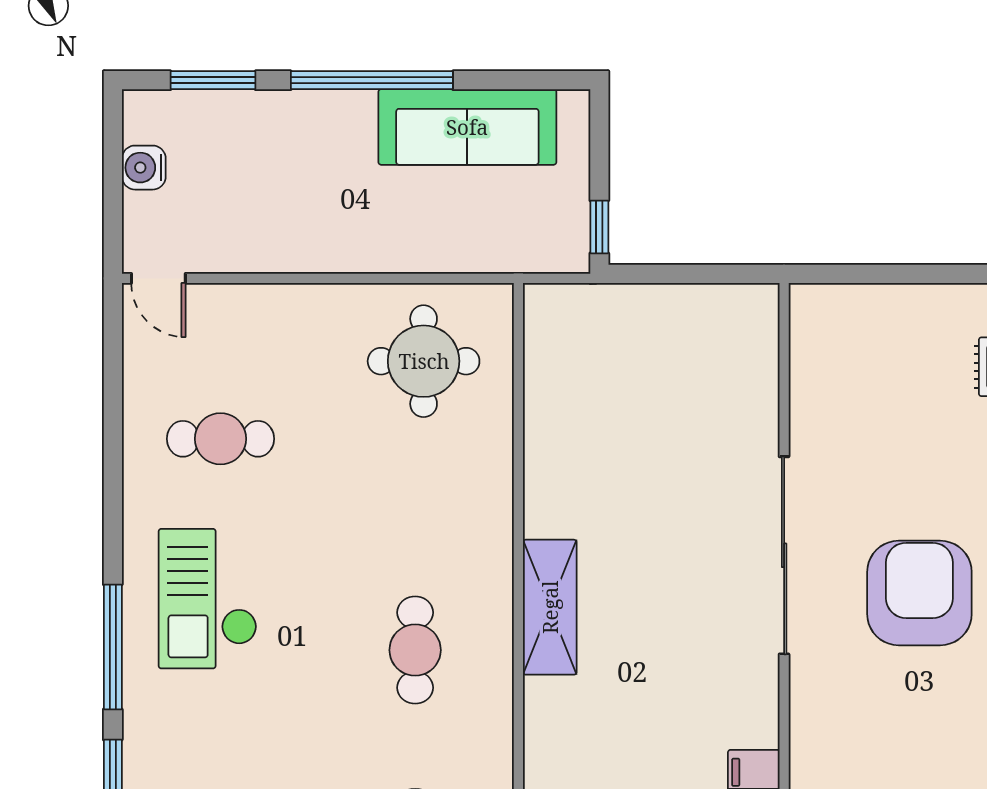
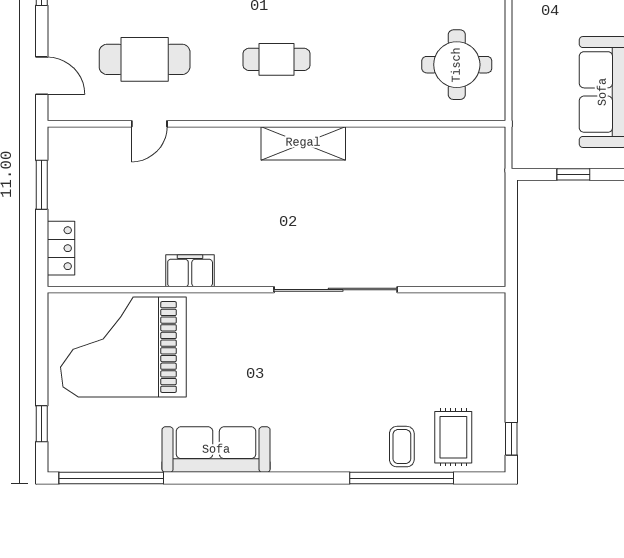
window: (599, 227) -> (573, 174), moved
armchair: (919, 593) -> (312, 374), removed

